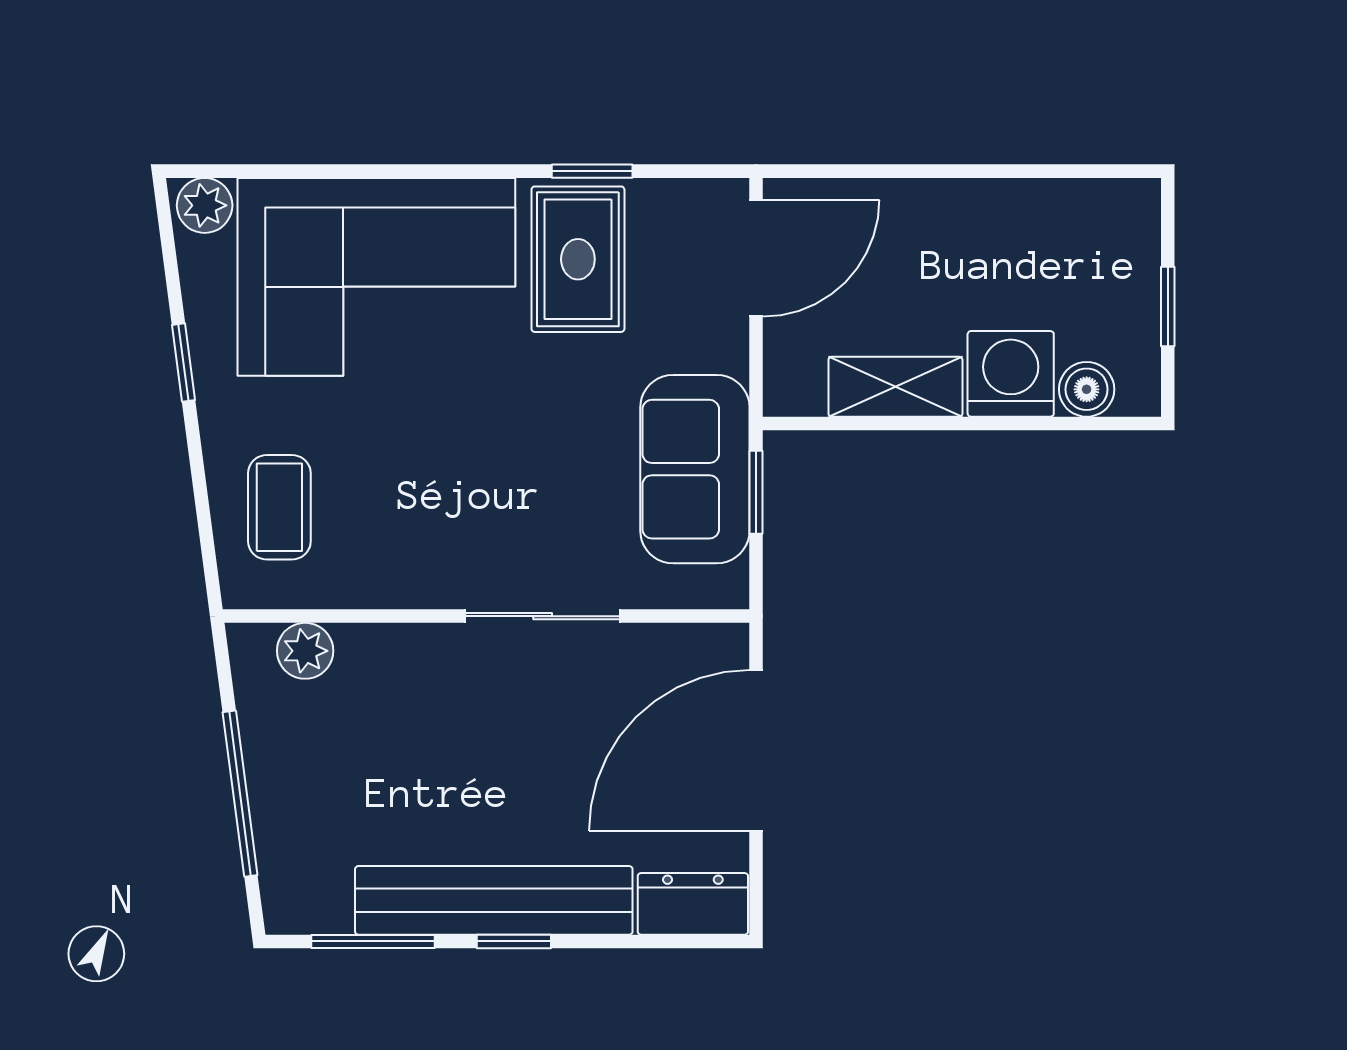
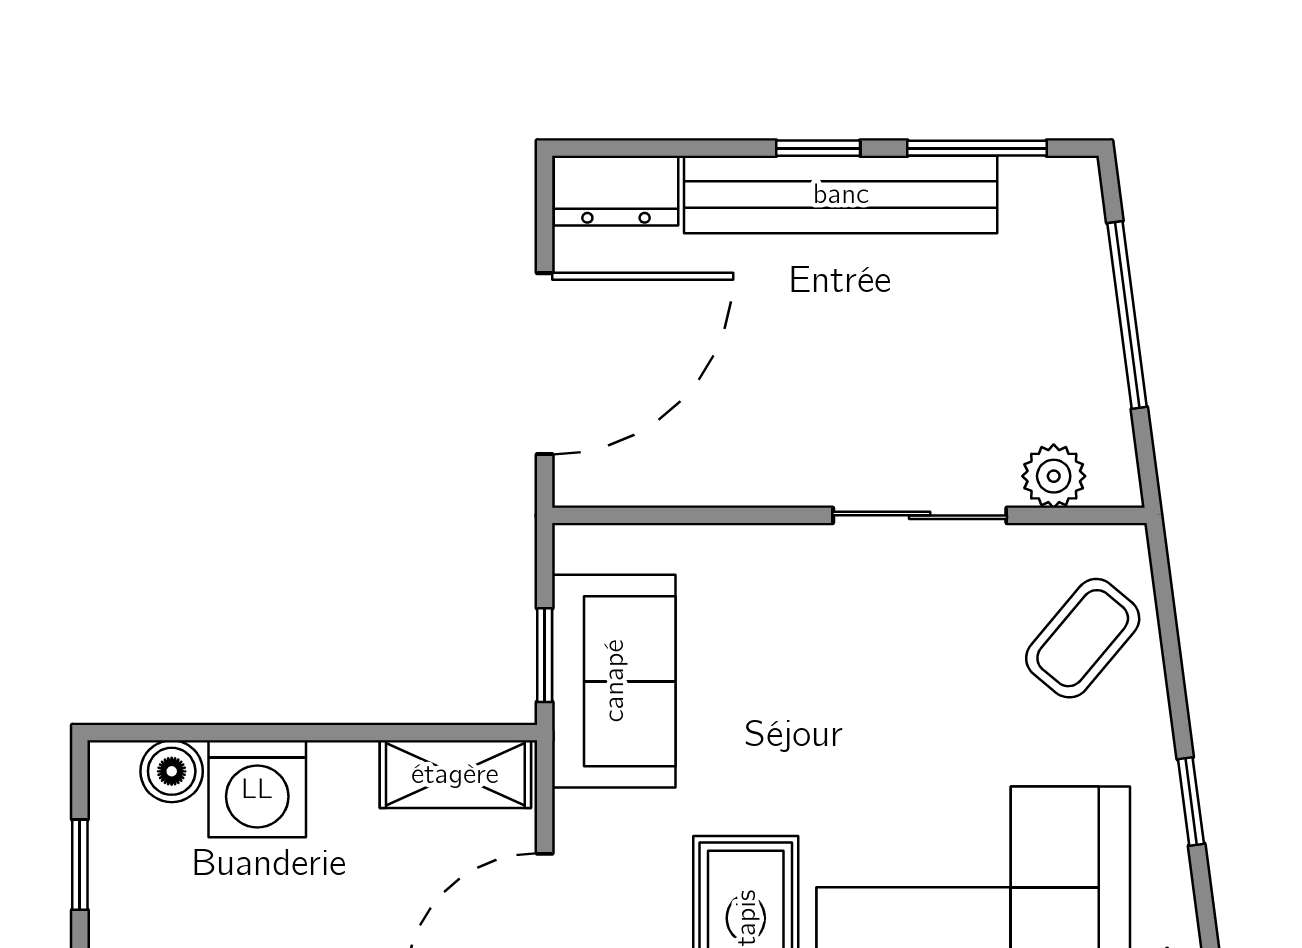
shelving: (895, 387) -> (455, 774), moved
coffee table: (279, 507) -> (1083, 638), turned 40
sliding door: (543, 616) -> (920, 515), moved

